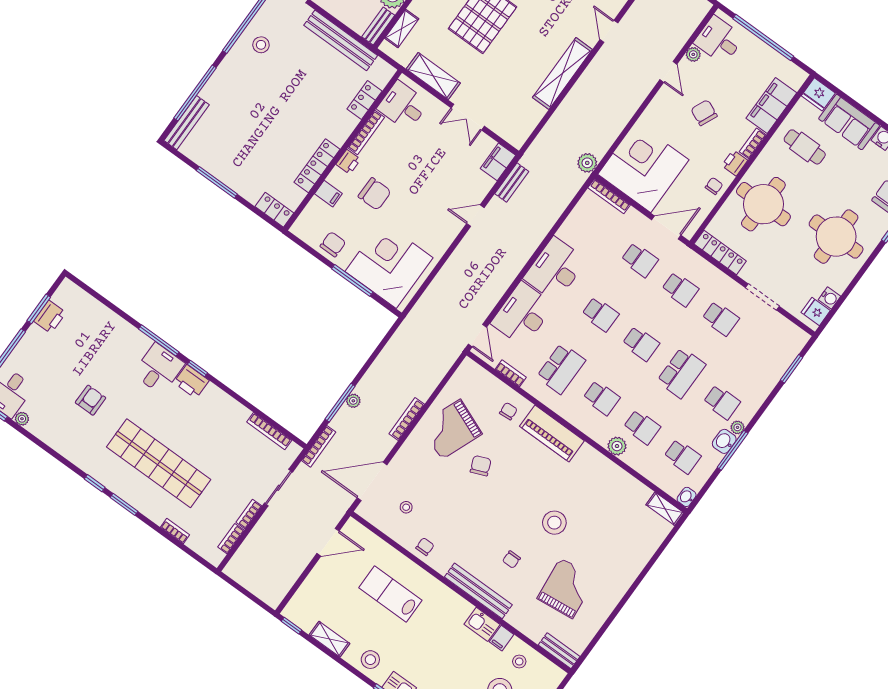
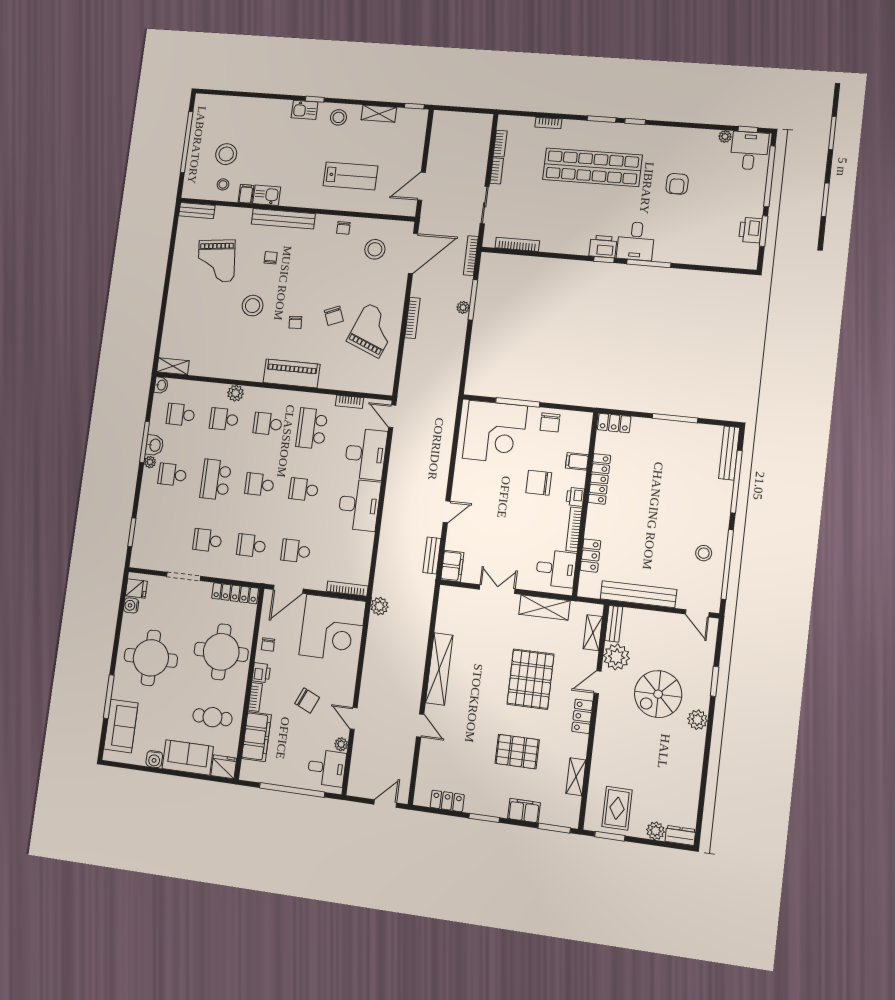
chair: (508, 411) -> (295, 322), moved
stool: (406, 507) -> (375, 249), width x1.89, depth x1.89

